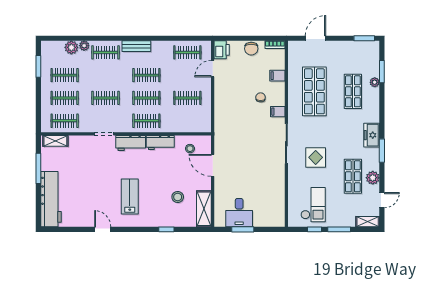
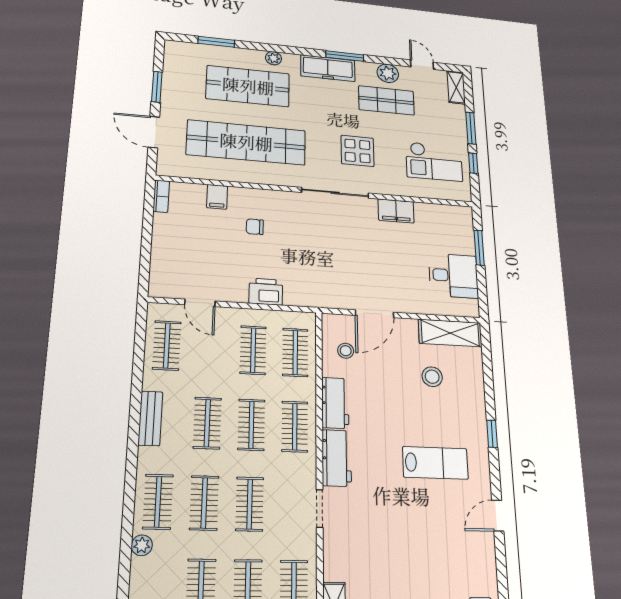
window: (364, 38) -> (157, 87), moved
bench: (136, 46) -> (150, 418), moved
plant: (71, 47) -> (144, 572), removed
chair: (251, 49) -> (166, 235), removed
printer: (222, 50) -> (266, 292), moved
clothes rail: (106, 75) -> (204, 503), added
plant: (375, 82) -> (273, 58), moved
shop shelf: (314, 91) -> (246, 142), width x1.40
shop shelf: (353, 91) -> (248, 86), width x1.43, depth x1.36
filing cabinet: (278, 112) -> (396, 211), moved, width x2.00
clothes rail: (187, 121) -> (295, 352), added
freezer: (372, 135) -> (328, 68), width x1.40
lab bench: (130, 197) -> (435, 463), turned 180
checkout: (313, 205) -> (434, 162), turned 180
window: (166, 229) -> (492, 434), moved
window: (243, 229) -> (479, 248), moved

